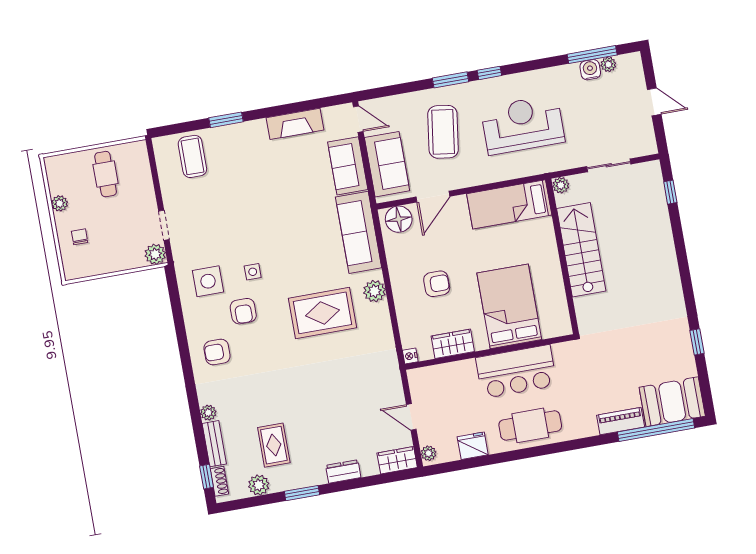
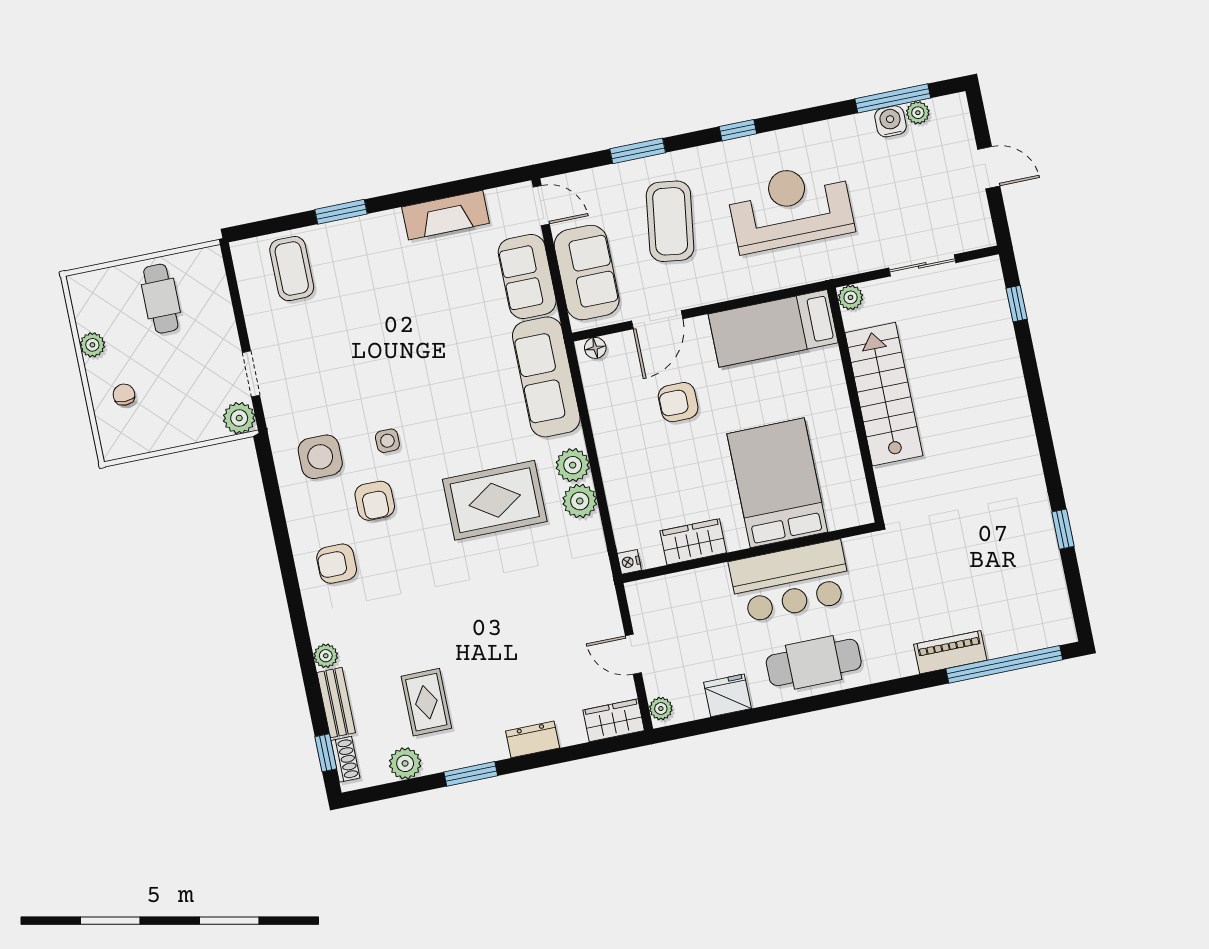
window: (450, 80) -> (638, 151), moved
floor lamp: (399, 219) -> (595, 348), width x0.53, depth x0.53
armchair: (437, 284) -> (678, 402), moved, turned 180
plant: (379, 315) -> (580, 501), added
booth: (672, 402) -> (1028, 621), removed

